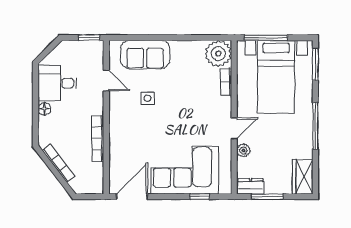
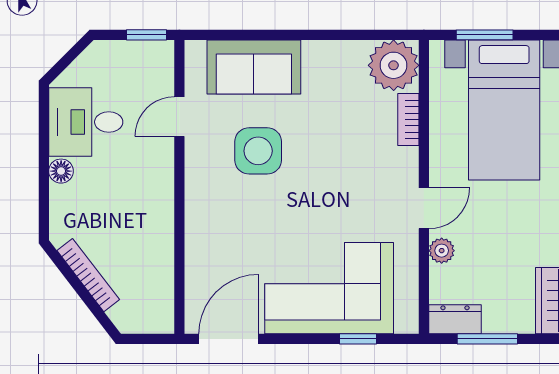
window: (266, 38) -> (485, 35), width x0.69
door: (106, 80) -> (179, 117), swing flipped
side table: (147, 98) -> (258, 151), width x1.87, depth x1.87
bookcase: (98, 139) -> (163, 228), removed

